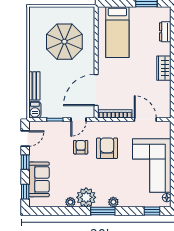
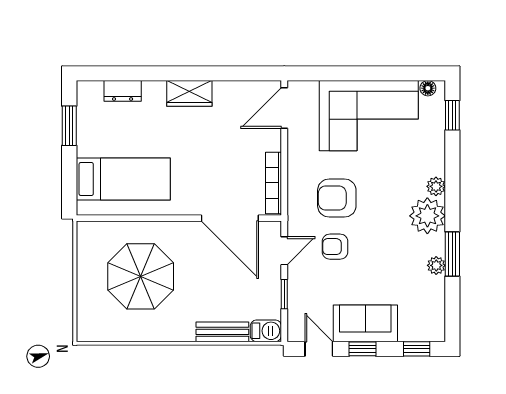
door: (78, 120) -> (284, 251), hinge flipped
door: (145, 120) -> (284, 108), moved
sofa: (39, 179) -> (365, 323), moved
plant: (86, 197) -> (427, 216), moved
window: (103, 211) -> (452, 254), moved

